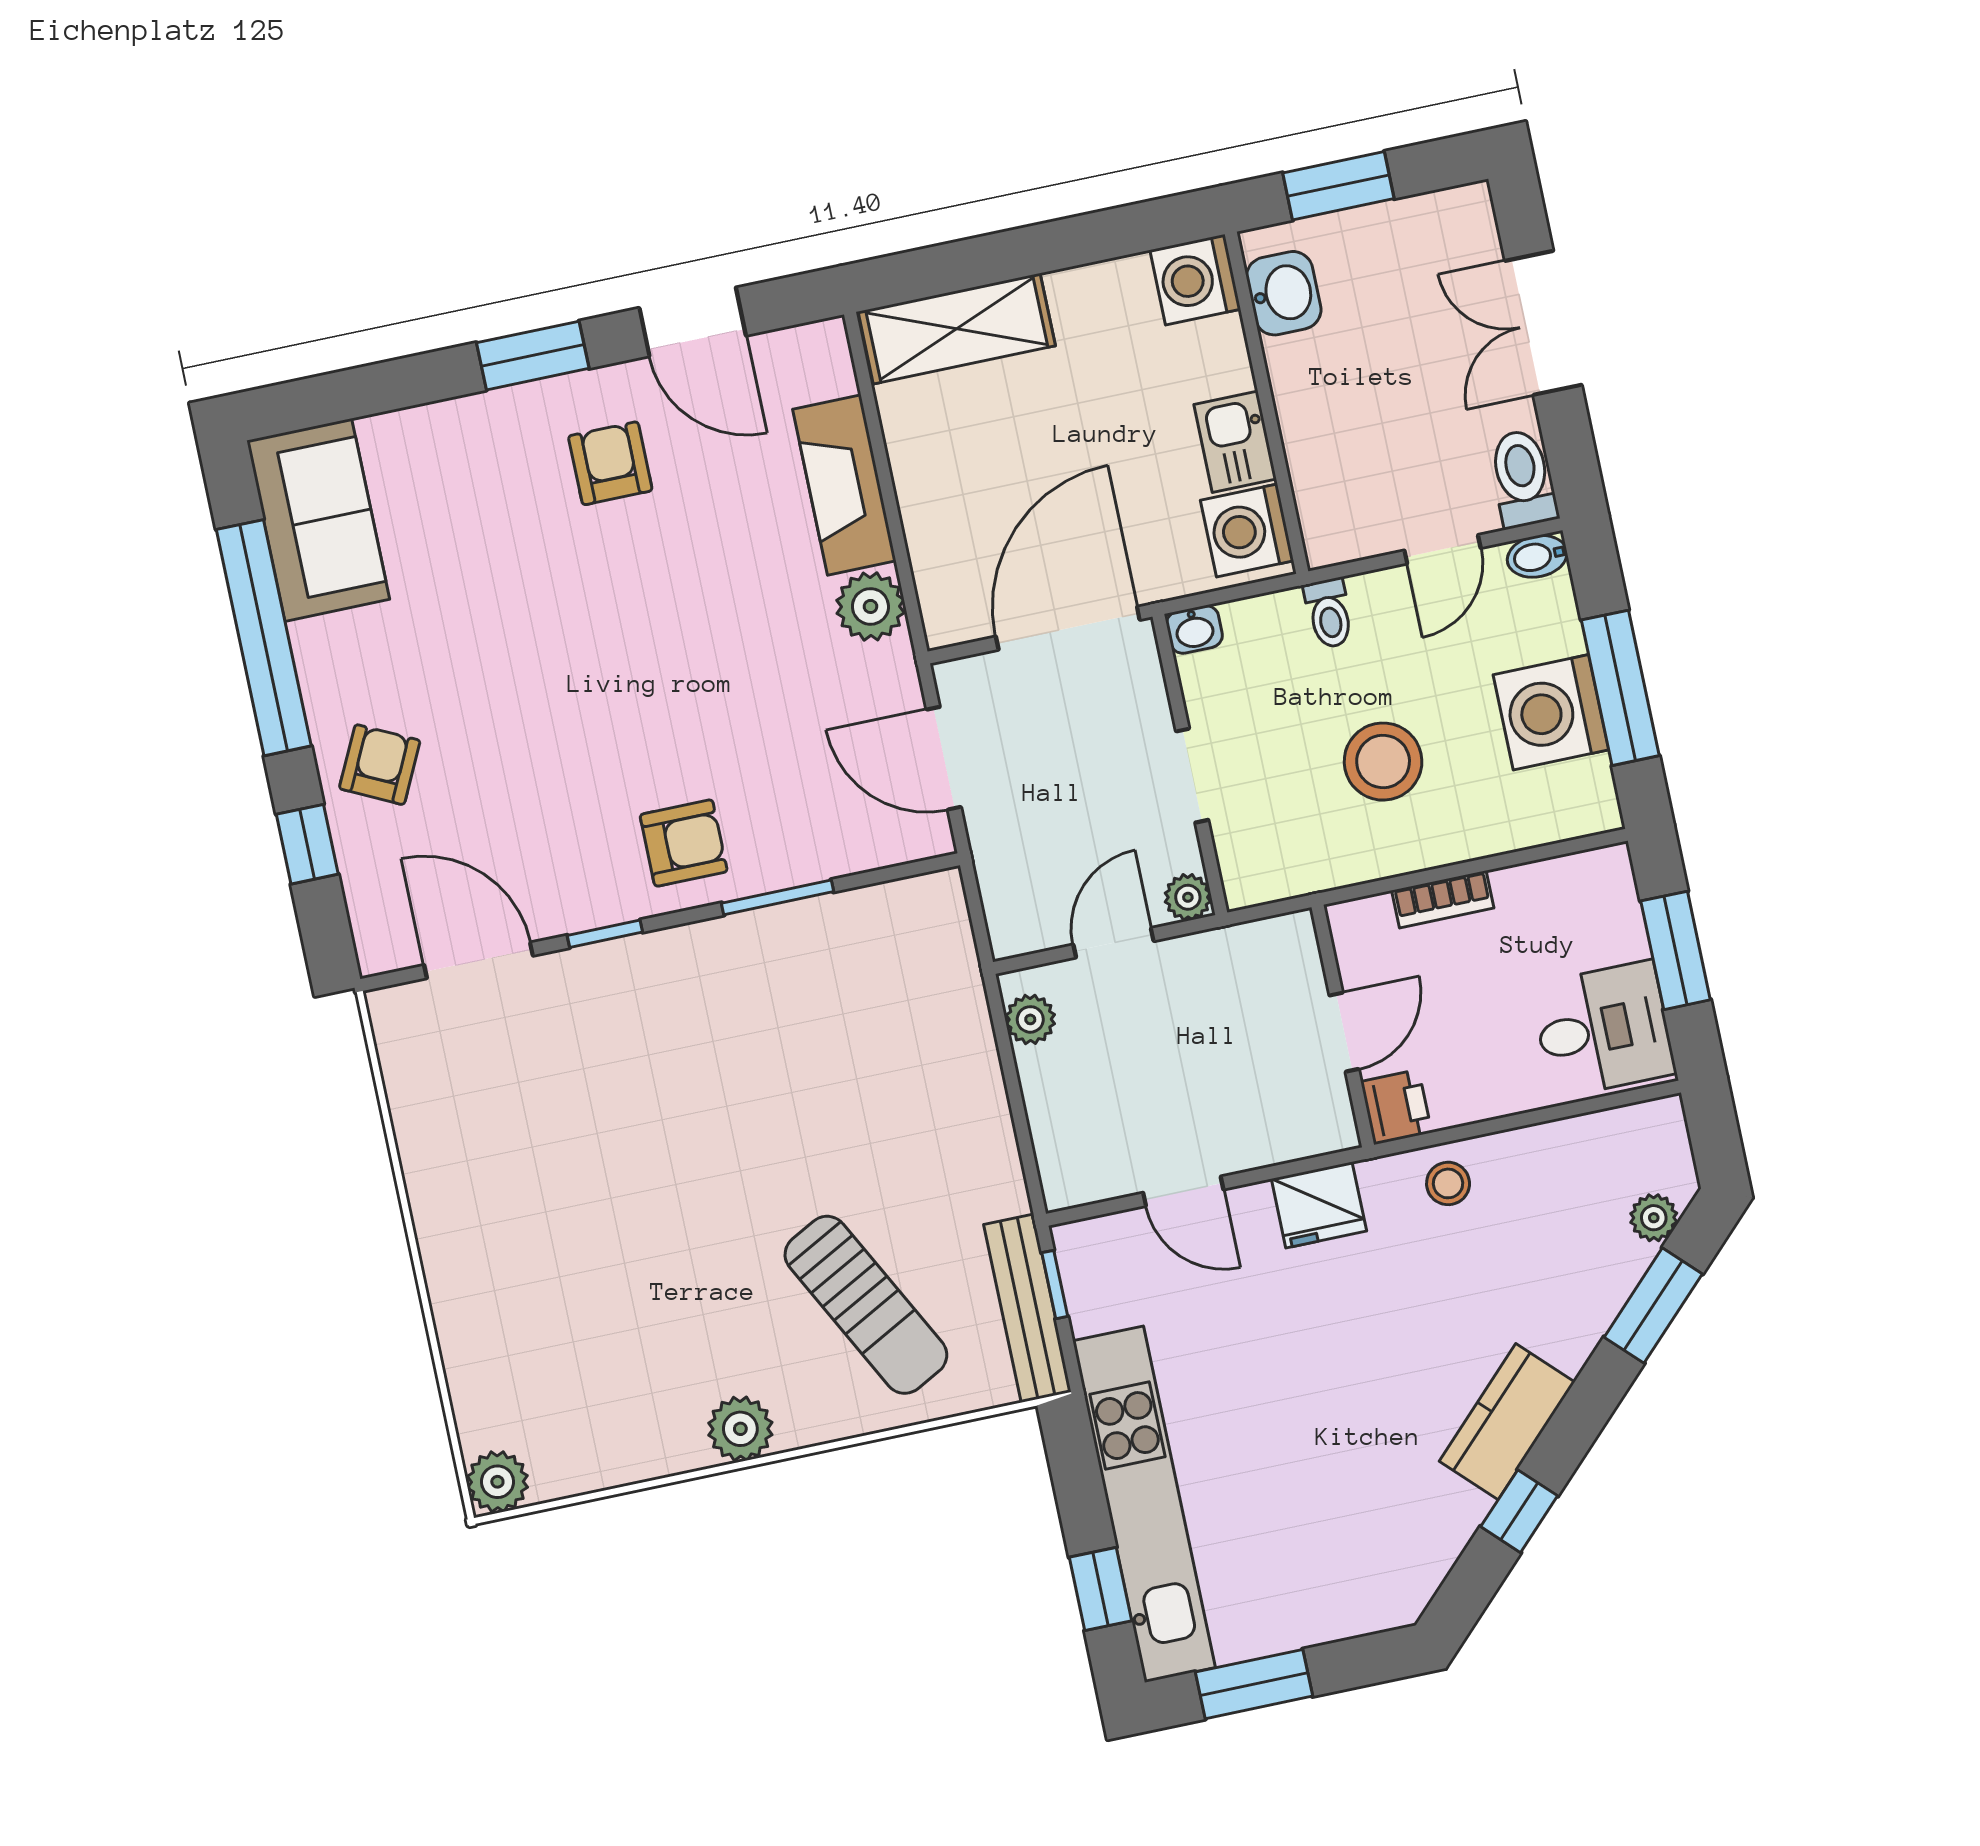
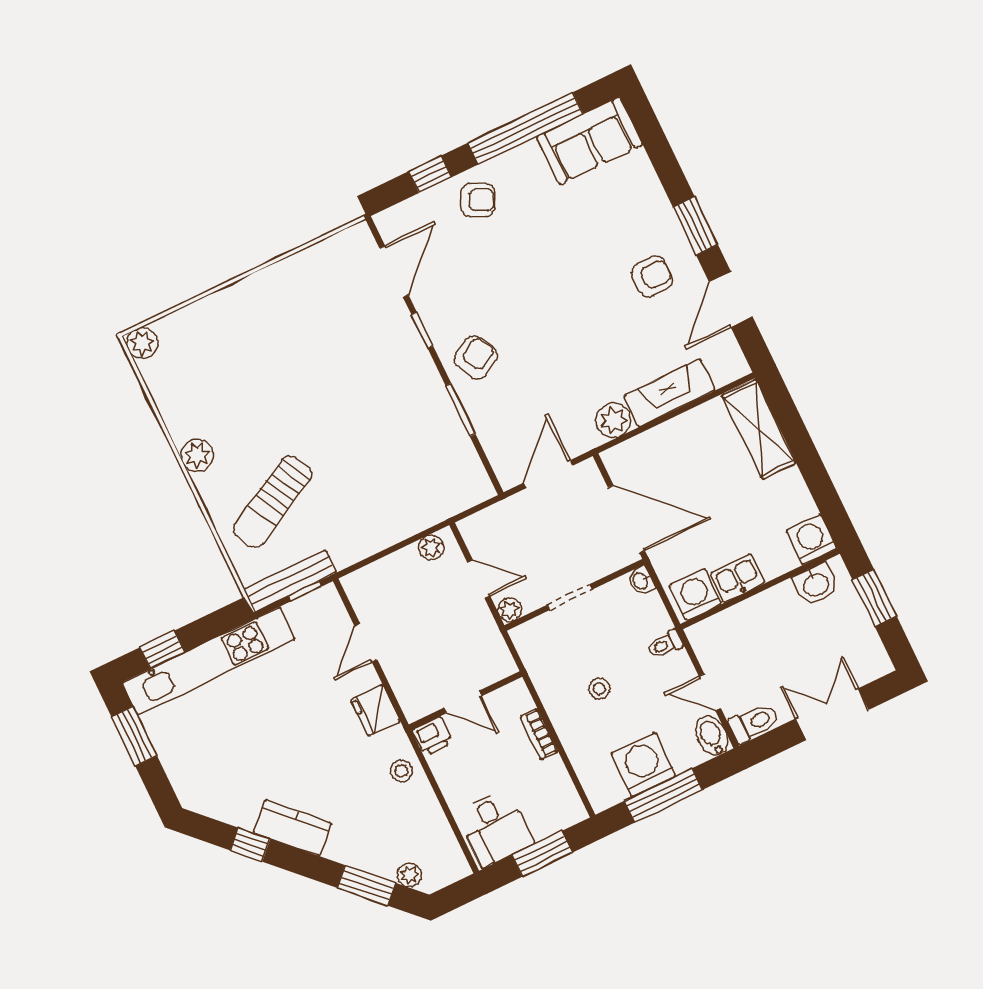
bidet: (1537, 556) -> (712, 736), width x1.38, depth x1.36
stool: (1383, 762) -> (599, 689), width x0.53, depth x0.53
armchair: (684, 843) -> (476, 357), turned -120

